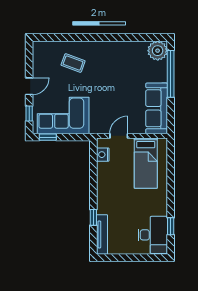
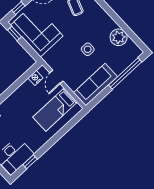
plant: (158, 51) -> (119, 37), moved
side table: (120, 87) -> (88, 49), added
door: (119, 136) -> (56, 77), swing flipped

